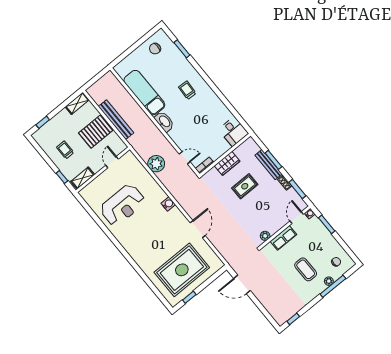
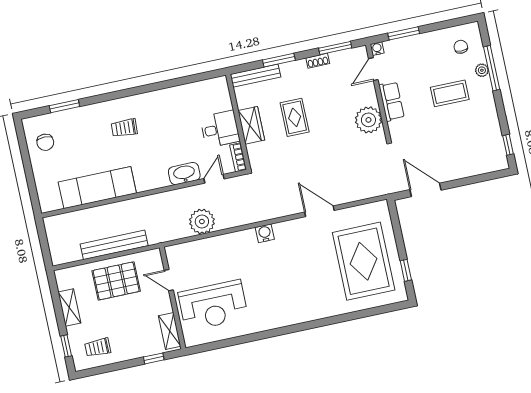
shelving: (77, 103) -> (69, 307), moved
washbasin: (164, 122) -> (184, 174), moved
desk: (233, 131) -> (220, 129), moved
pallet: (96, 132) -> (116, 281), turned 90
trolley: (65, 150) -> (98, 347), moved
bench: (269, 165) -> (255, 76), moved
reception desk: (123, 205) -> (213, 305), moved, turned 90
door: (297, 218) -> (373, 69), hinge flipped
plant: (265, 236) -> (368, 120), width x1.87, depth x1.87
door: (242, 284) -> (426, 190), swing flipped

